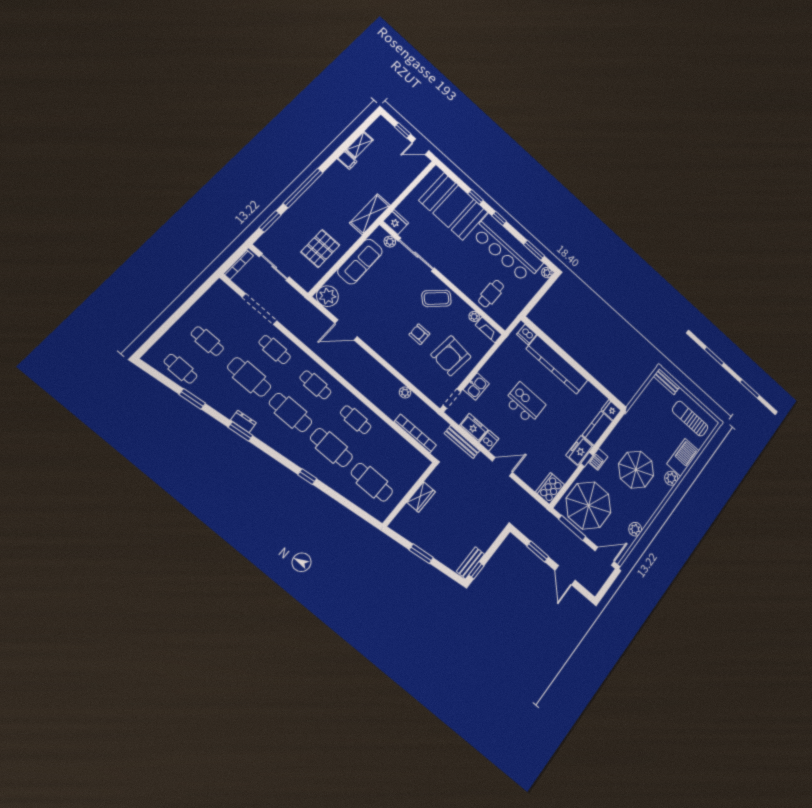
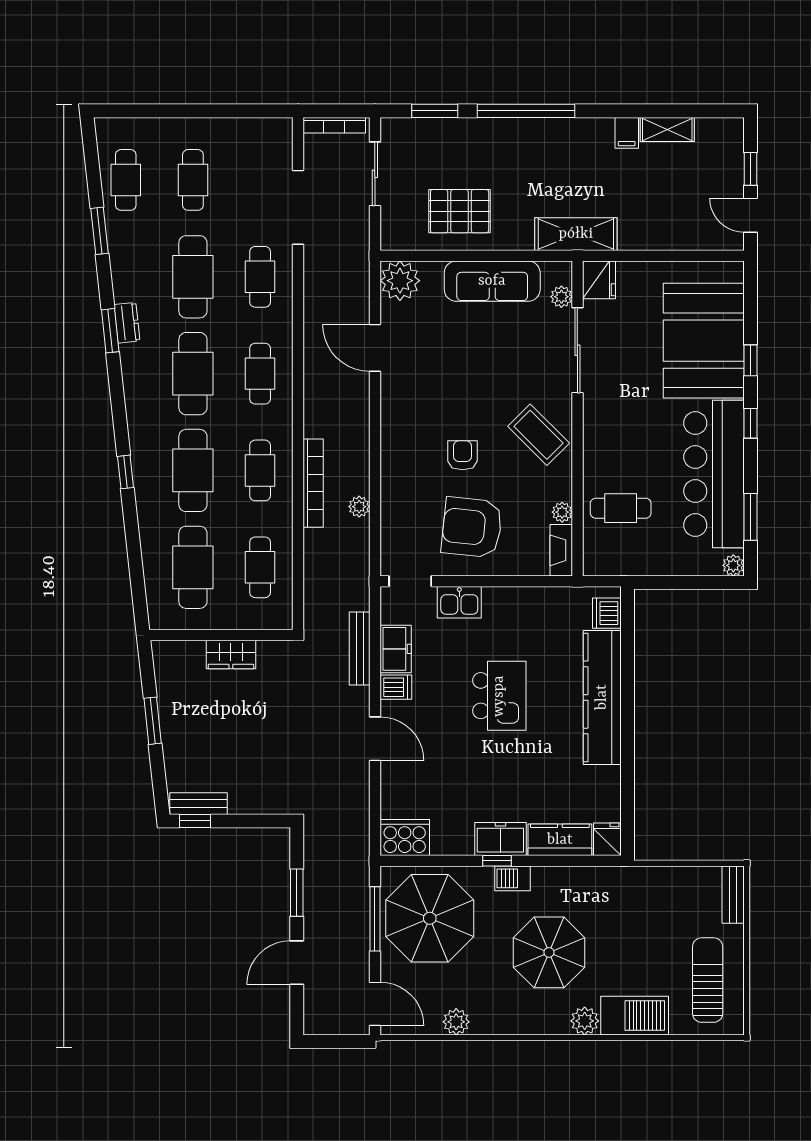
bookcase: (415, 433) -> (313, 483), moved
cafe table: (396, 454) -> (260, 567), added

